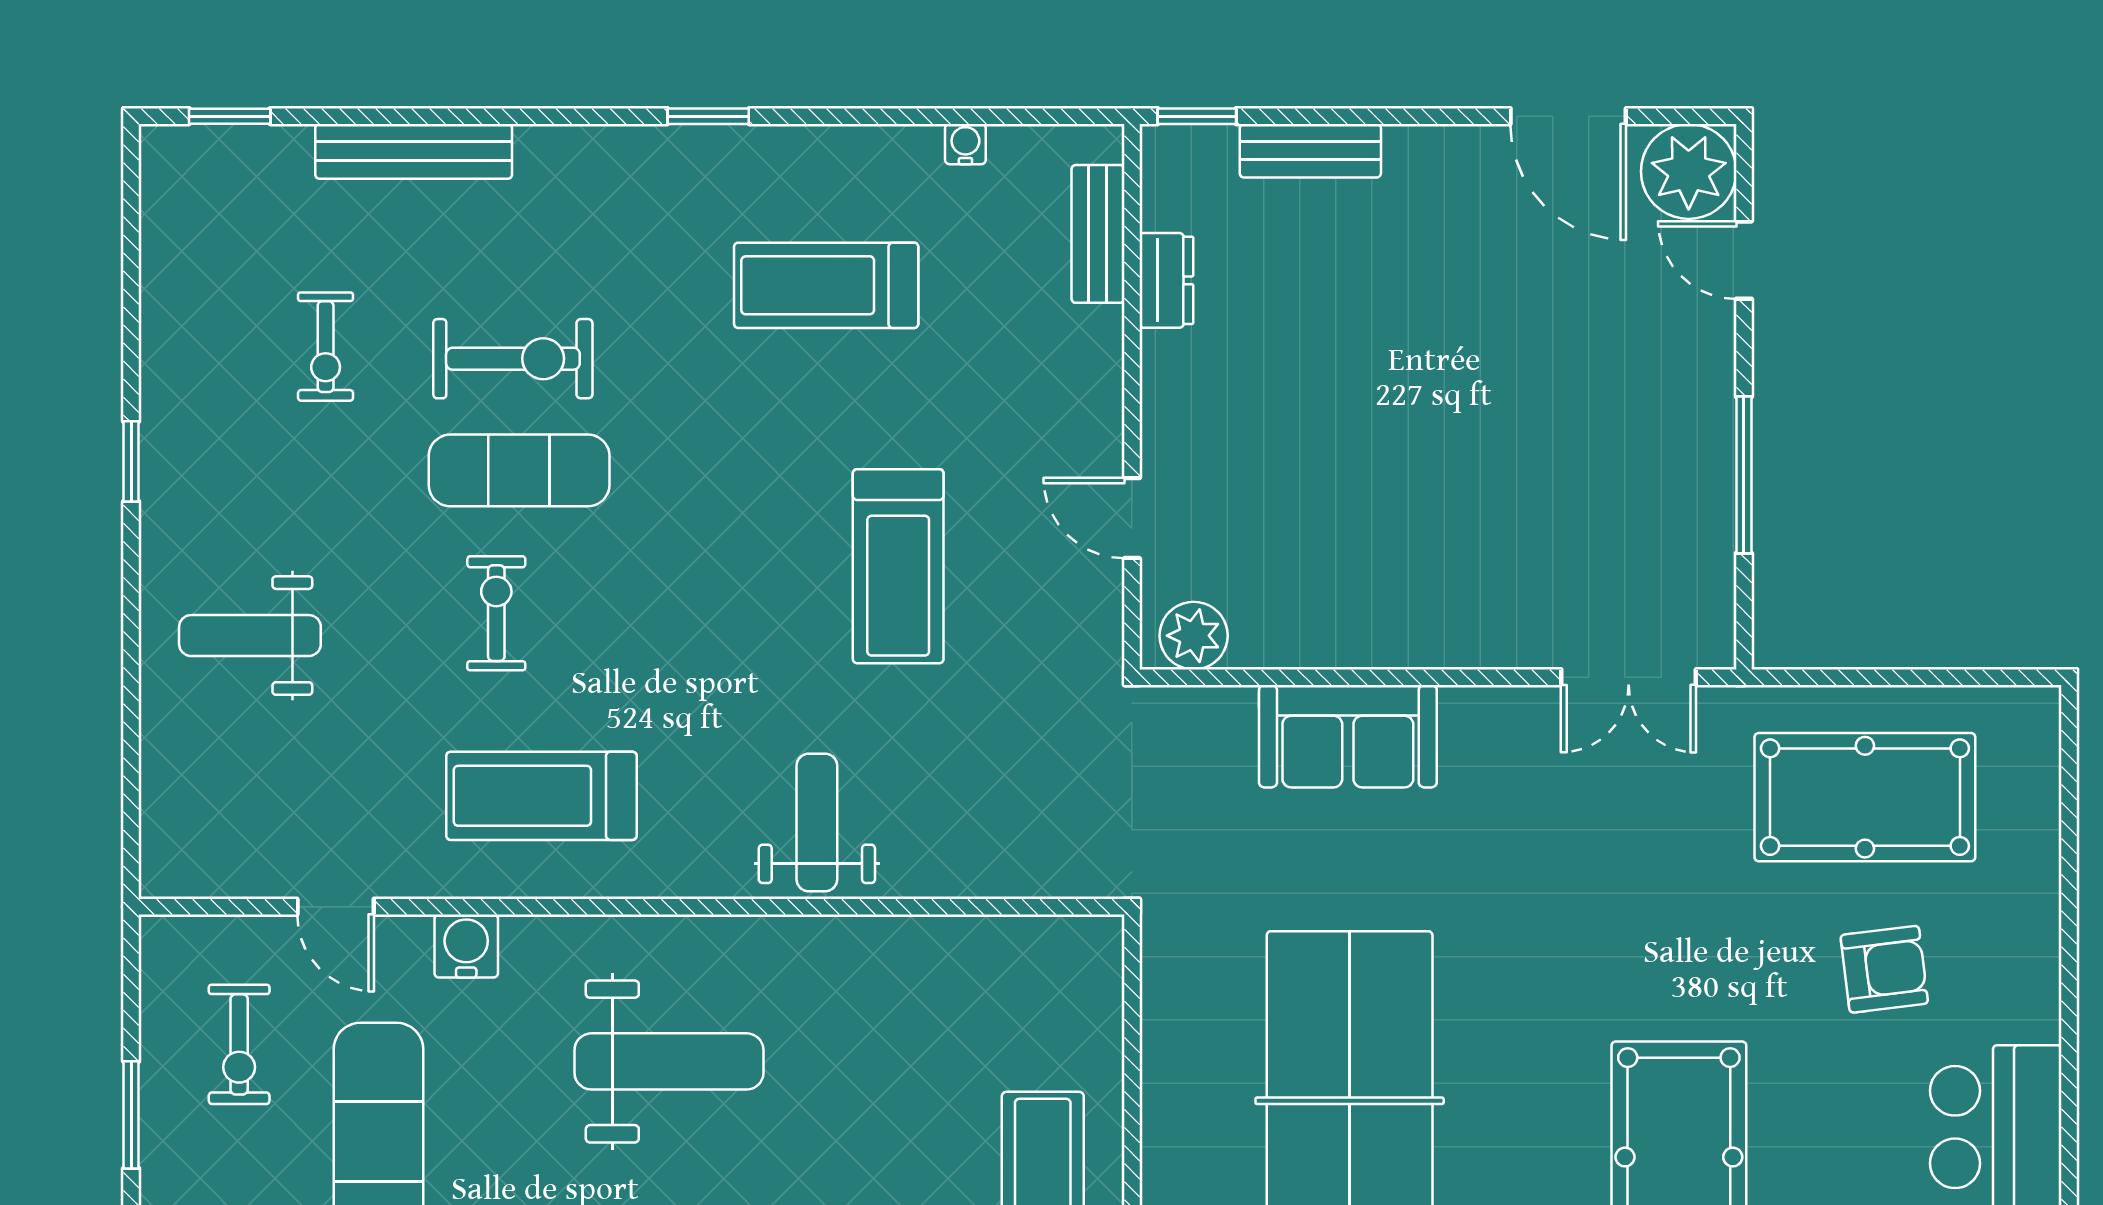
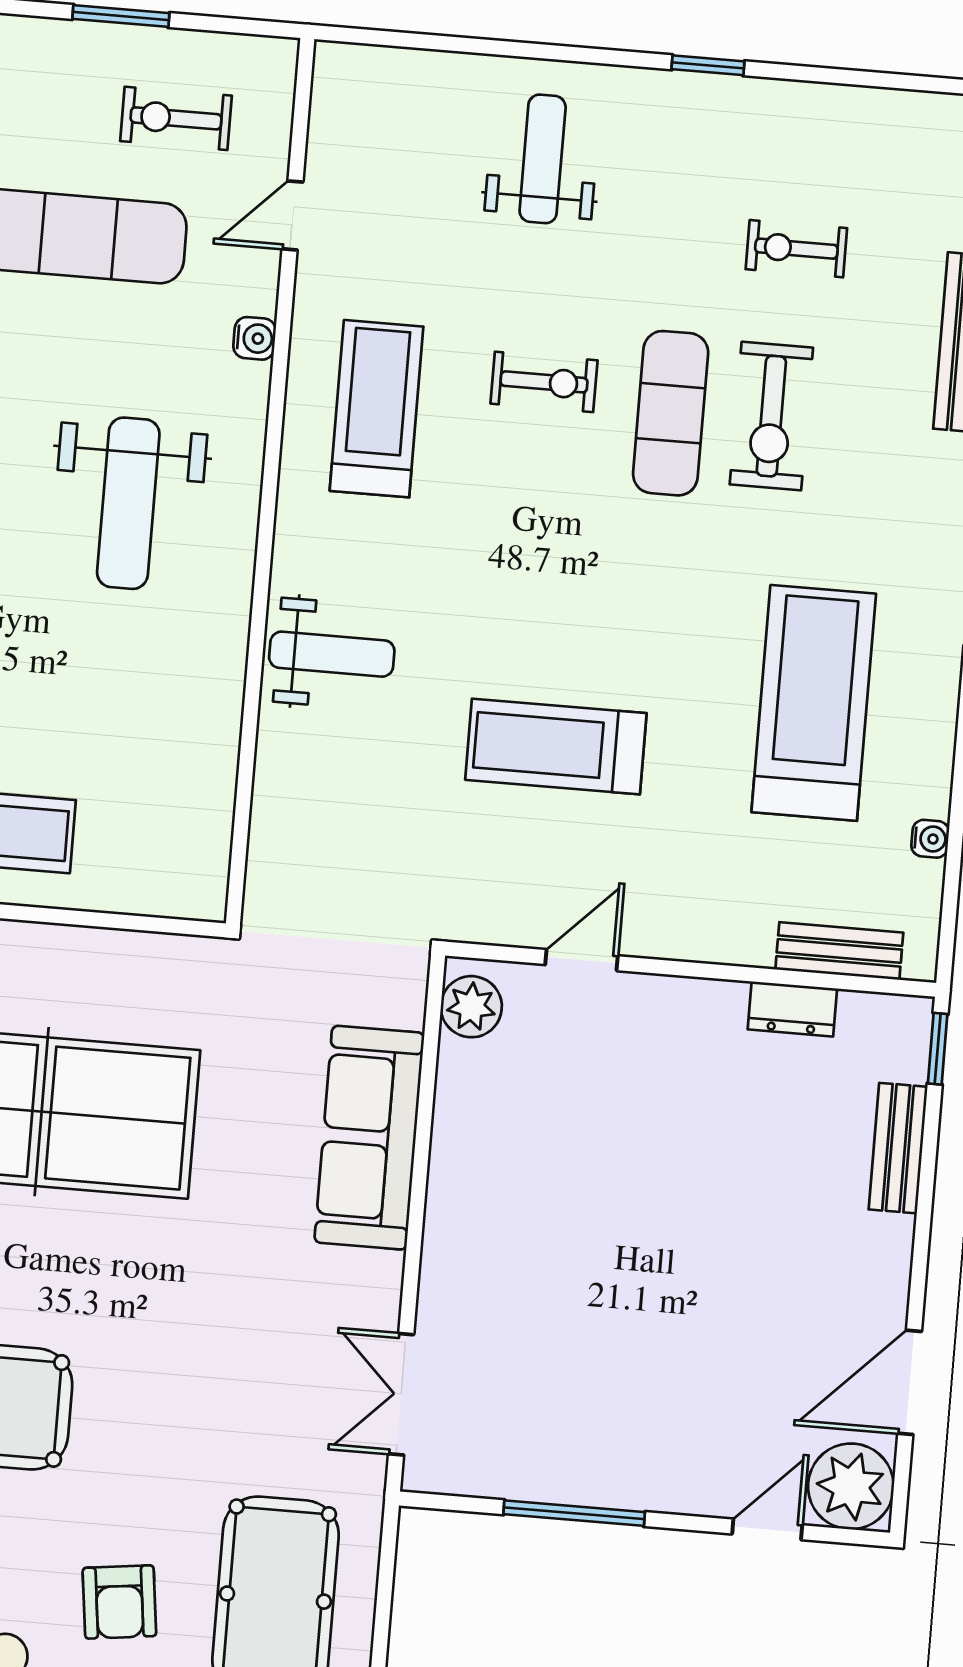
treadmill: (826, 285) -> (814, 703), width x1.37, depth x1.38
sofa: (1348, 736) -> (369, 1138), width x1.36
water cooler: (466, 946) -> (255, 338), width x0.72, depth x0.72

